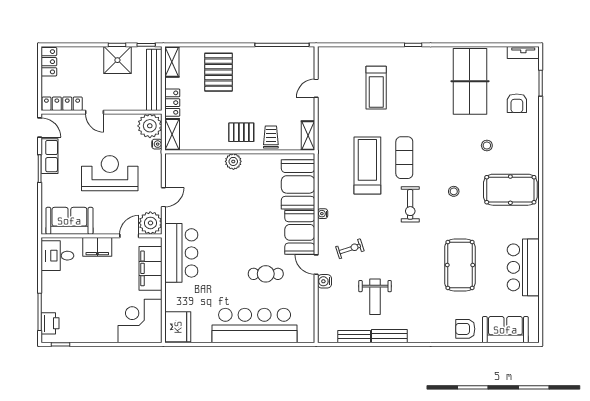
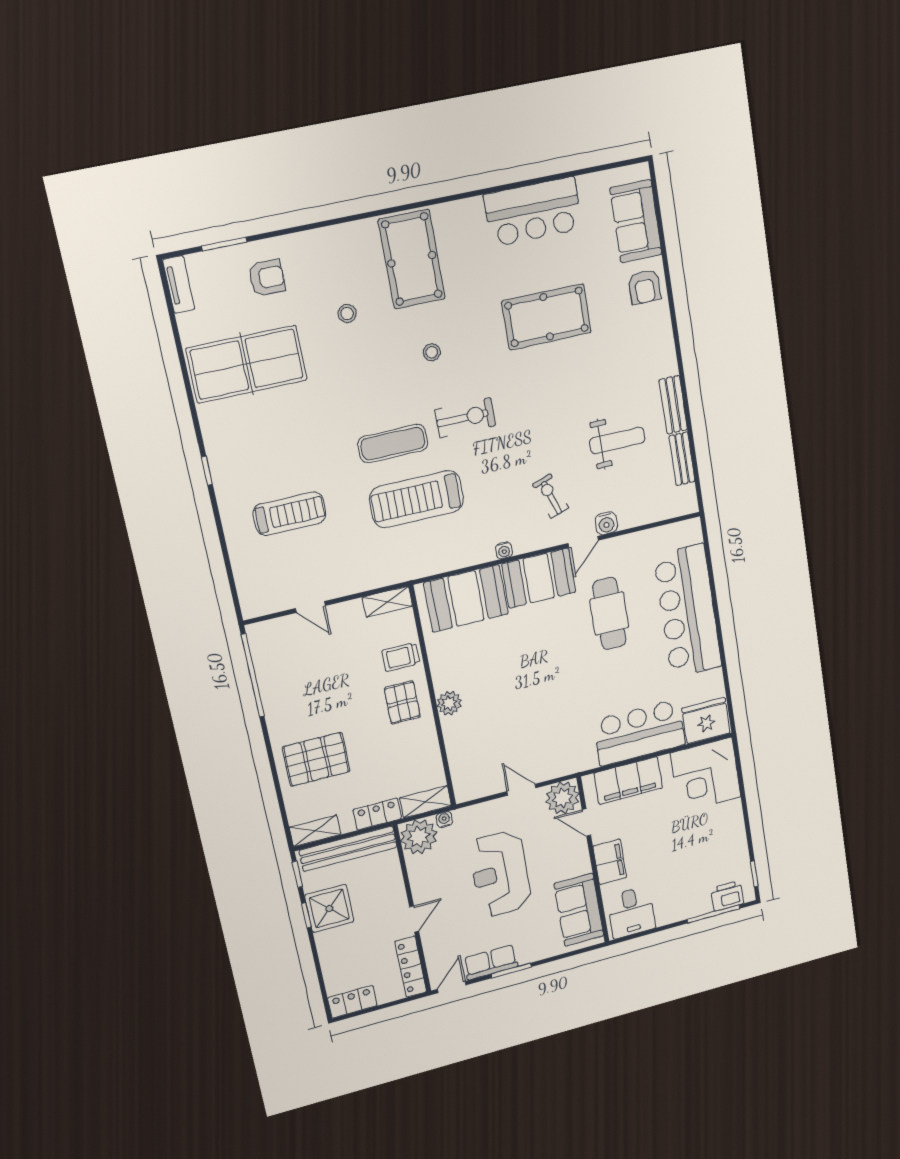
bar counter: (181, 253) -> (639, 733), moved
cafe table: (266, 274) -> (609, 614), width x1.37, depth x1.35

